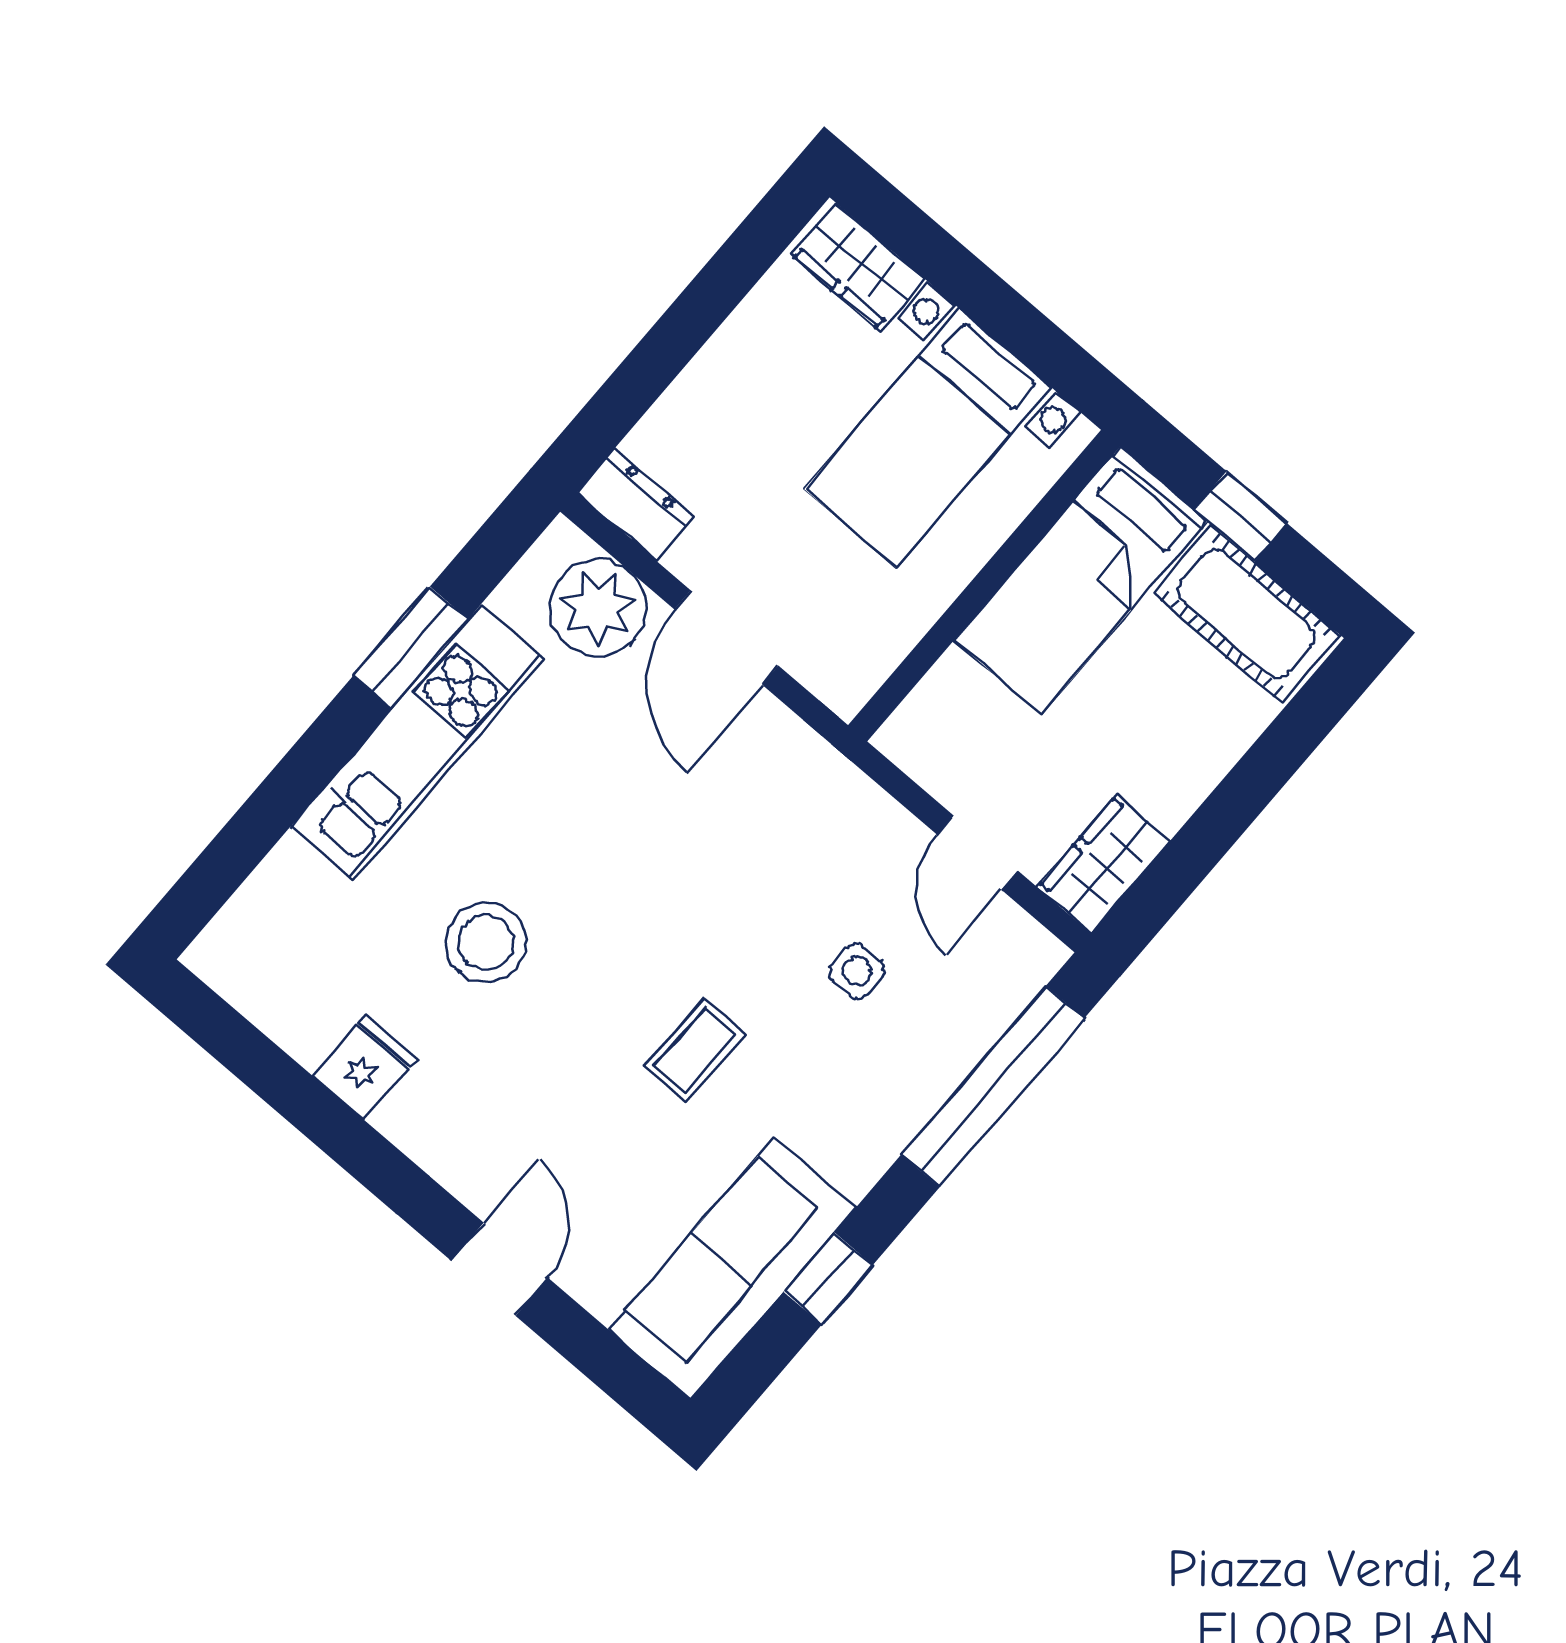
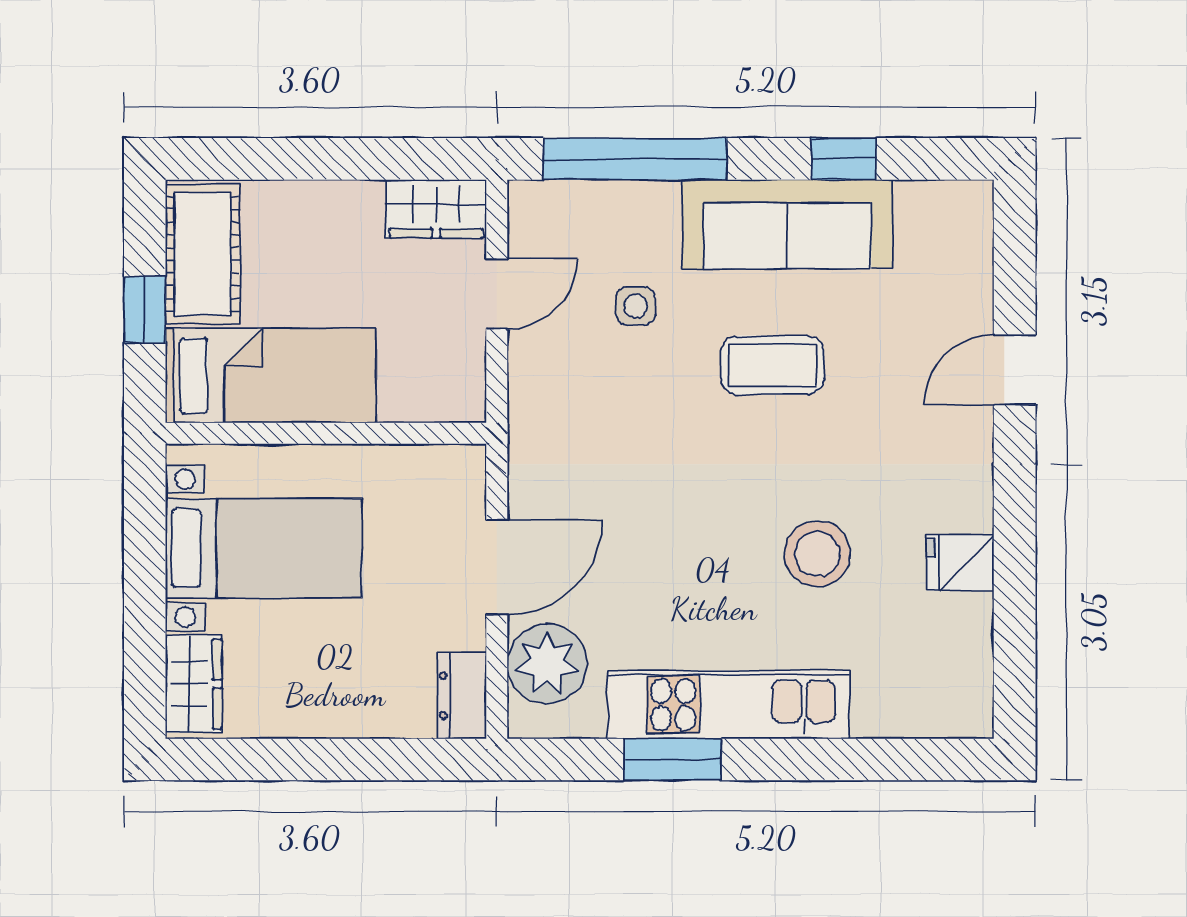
coffee table: (695, 1050) -> (772, 365), width x1.36, depth x1.30
sofa: (733, 1268) -> (787, 224), moved

